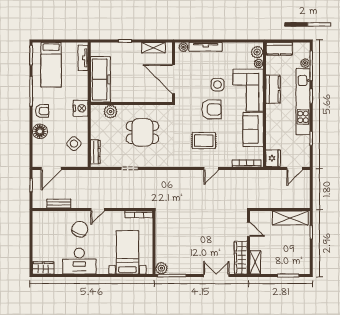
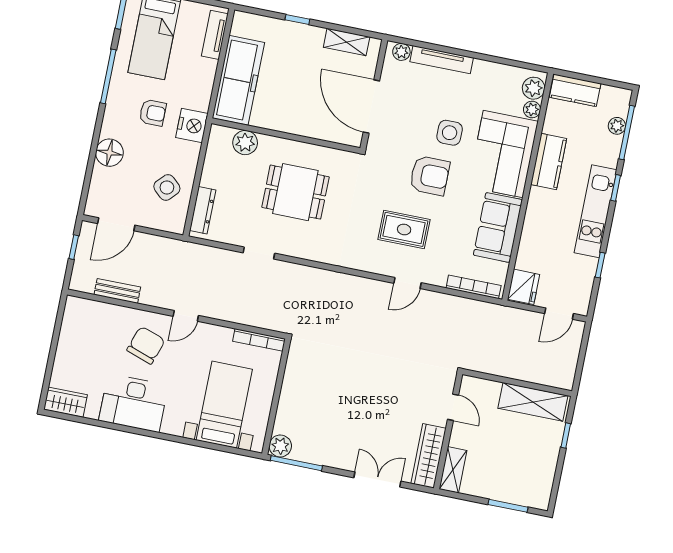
kitchen unit: (303, 102) -> (595, 211), width x0.73
armchair: (42, 111) -> (153, 113), moved

